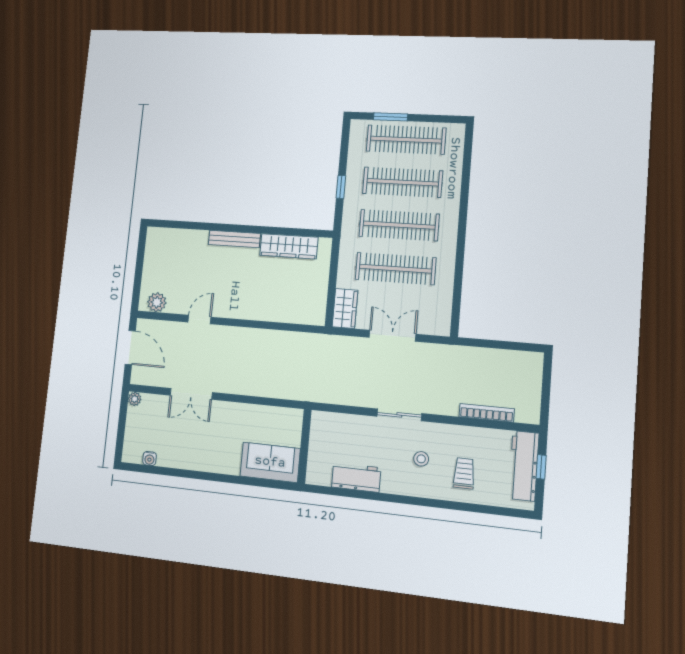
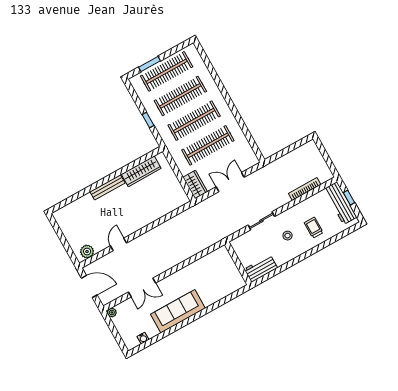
wall: (304, 446) -> (238, 263), moved
sofa: (270, 462) -> (178, 311), moved, width x1.36

